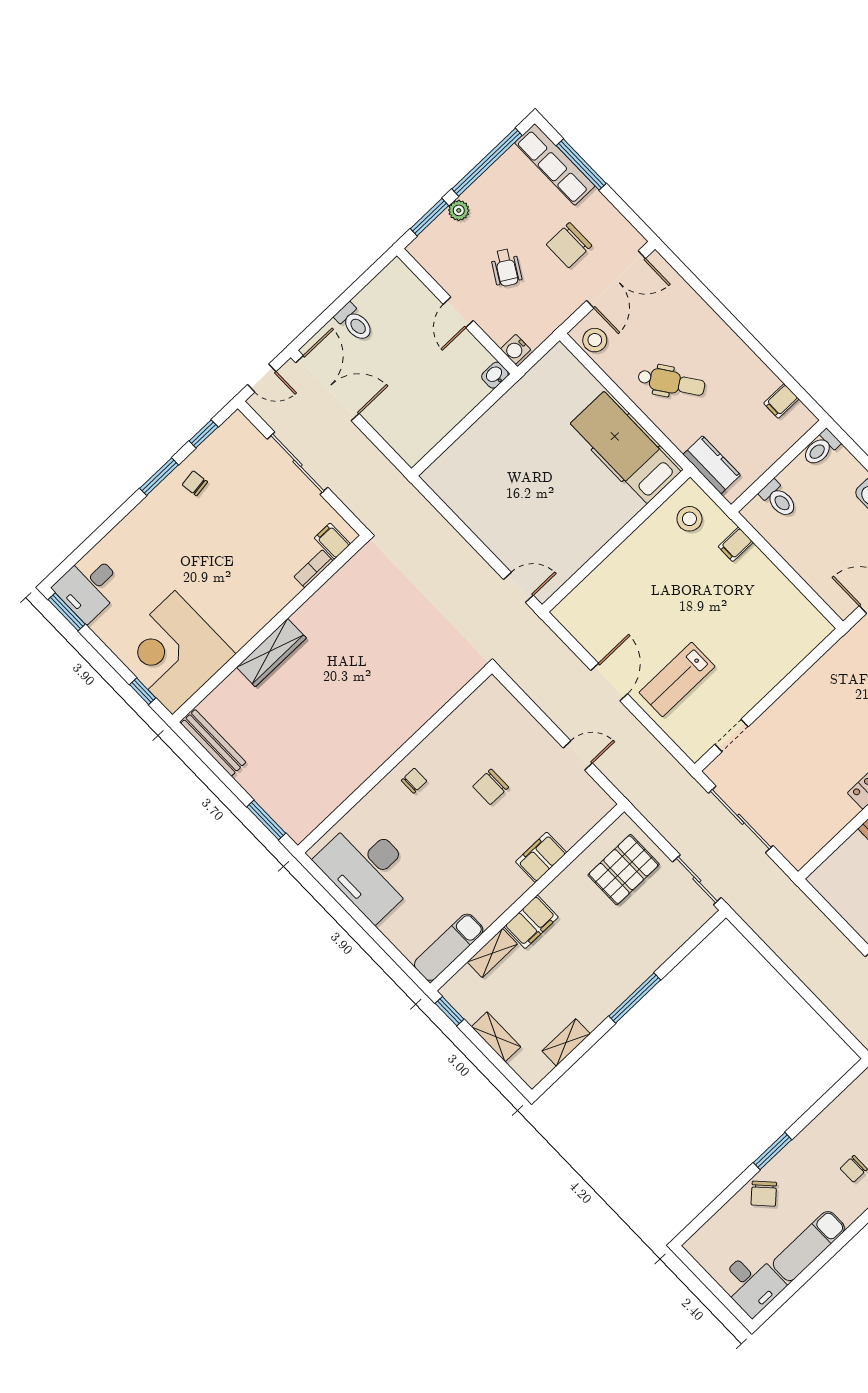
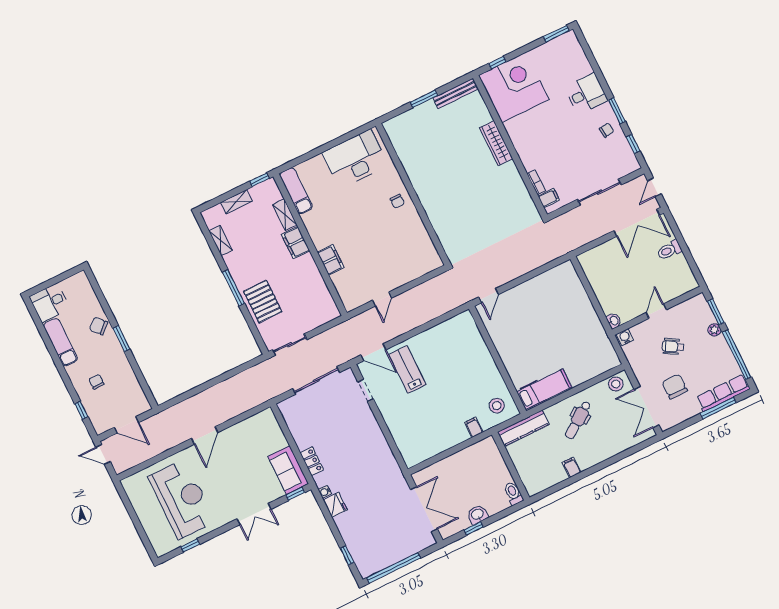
door: (458, 312) -> (656, 311), hinge flipped
filing cabinet: (781, 401) -> (572, 467), moved
hospital bed: (626, 448) -> (544, 389), width x0.73, depth x0.78
kitchen counter: (712, 465) -> (524, 428), width x1.50
toilet: (778, 499) -> (492, 460), removed
desk: (89, 587) -> (586, 94), moved, turned 90
door: (609, 682) -> (373, 352), moved
chair: (491, 787) -> (380, 244), removed
window: (266, 820) -> (424, 99), moved
pallet: (624, 870) -> (263, 302), moved

